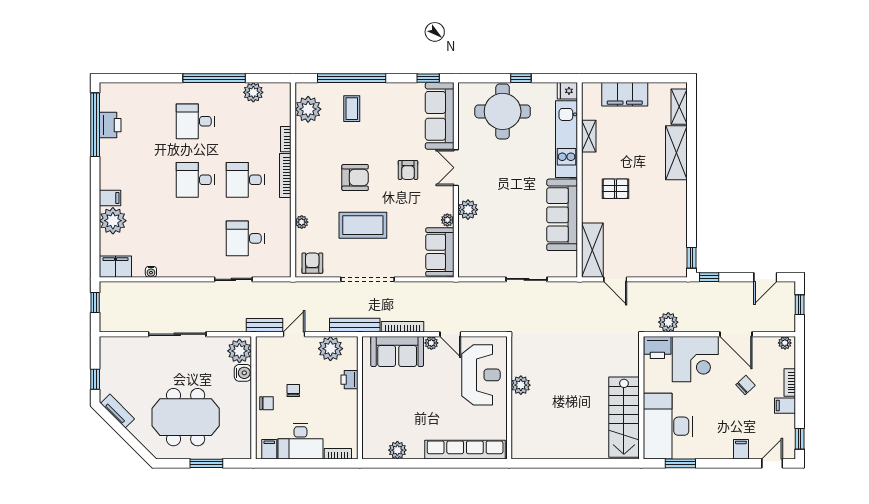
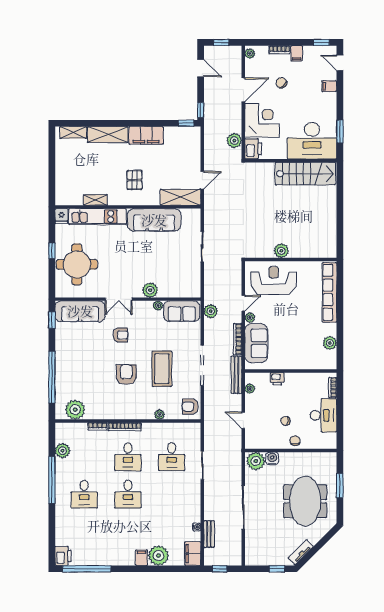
filing cabinet: (625, 94) -> (146, 135), moved, turned 90
coffee table: (352, 109) -> (75, 377), removed
printer: (110, 125) -> (63, 556), moved, turned 90
plant: (440, 291) -> (211, 311), added
bench: (265, 325) -> (209, 534), moved
plant: (330, 349) -> (250, 389), width x0.53, depth x0.53
filing cabinet: (269, 449) -> (329, 439), removed

